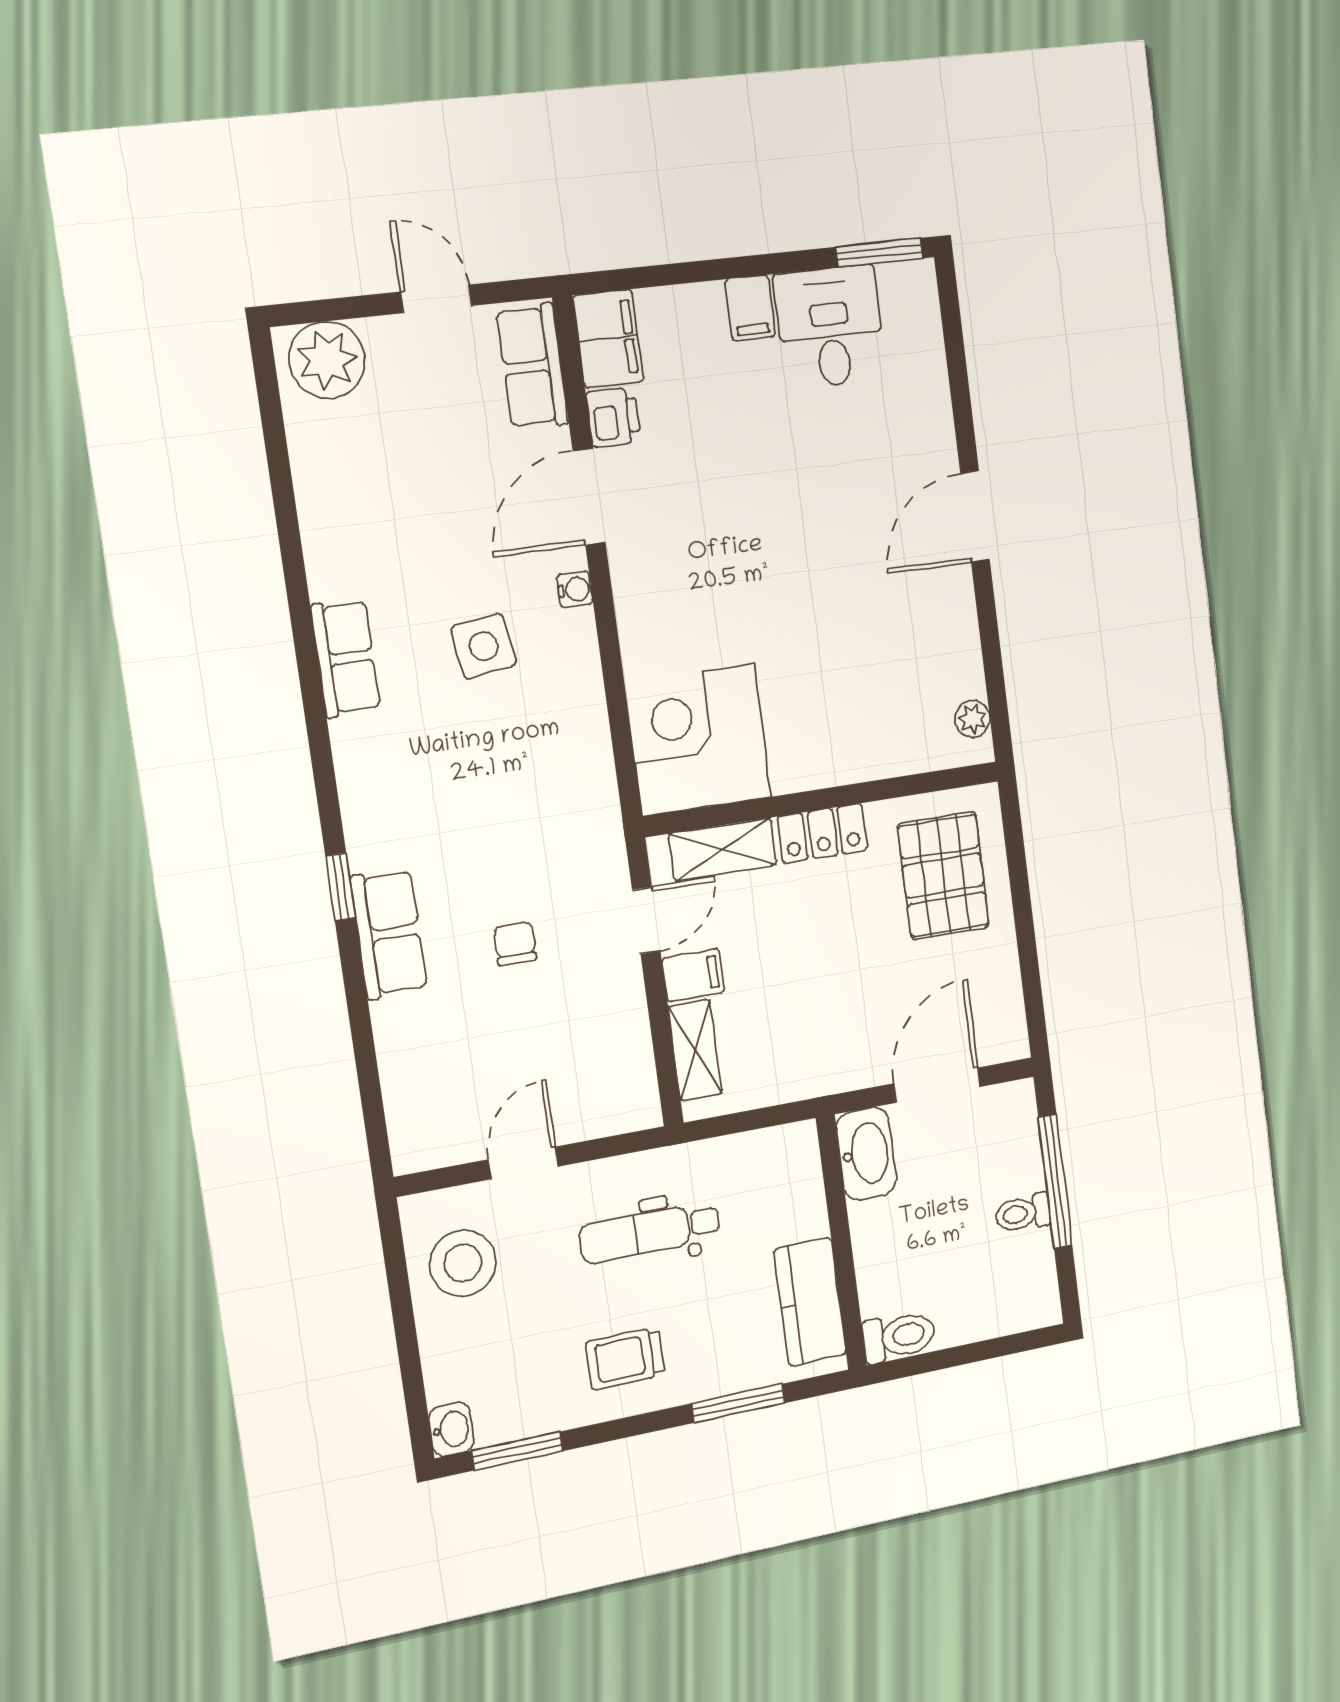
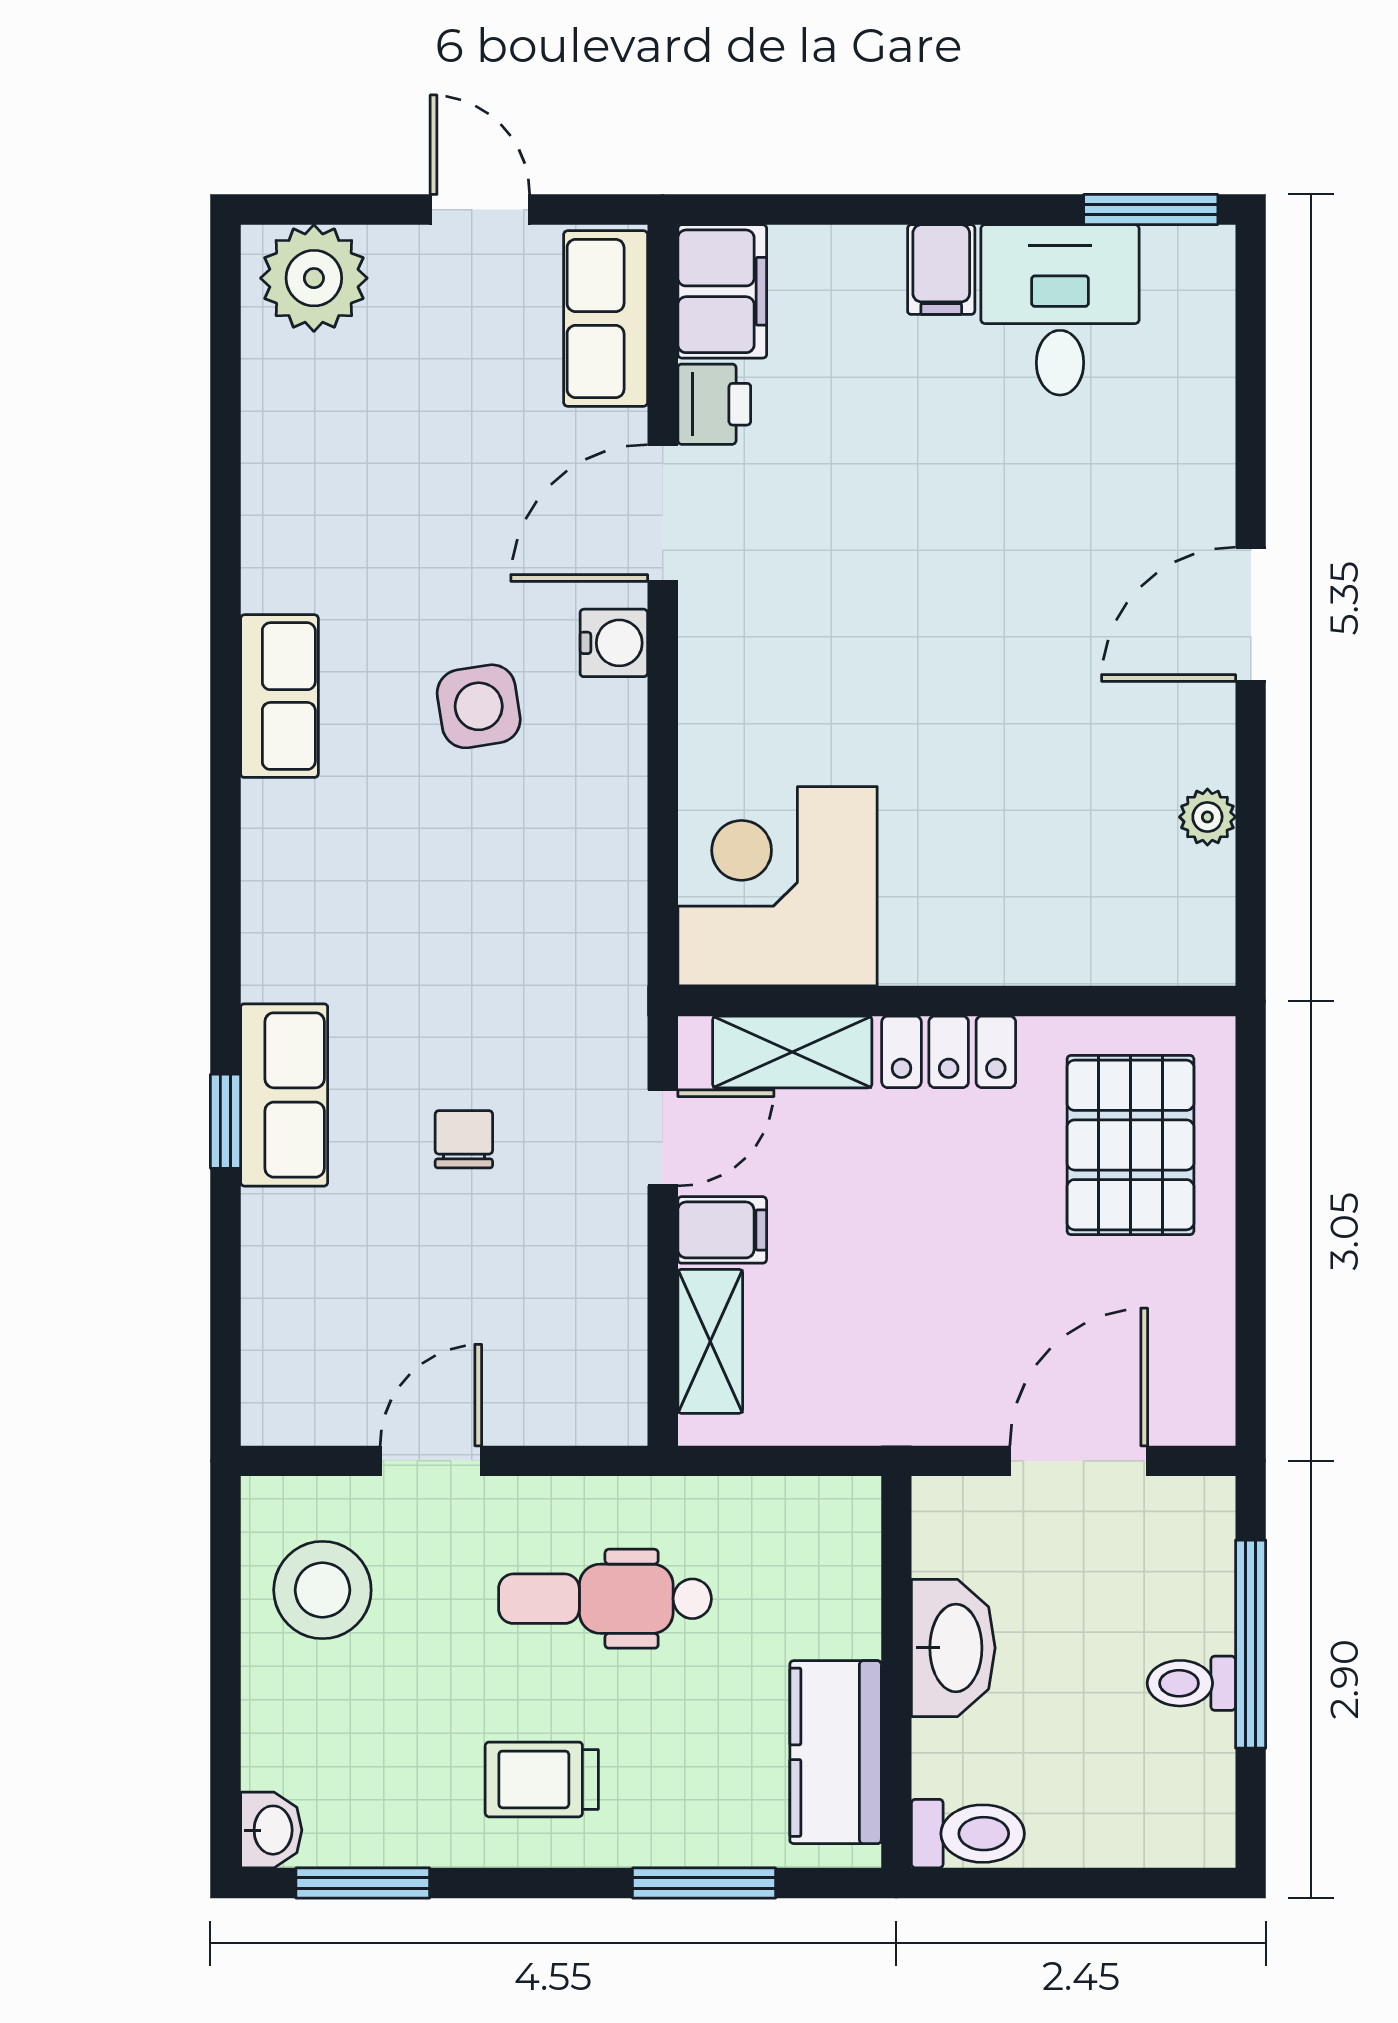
water cooler: (575, 589) -> (614, 643), width x1.38, depth x1.38
plant: (972, 719) -> (1207, 817), moved
window: (341, 887) -> (225, 1121), moved
washbasin: (866, 1154) -> (953, 1648), moved

